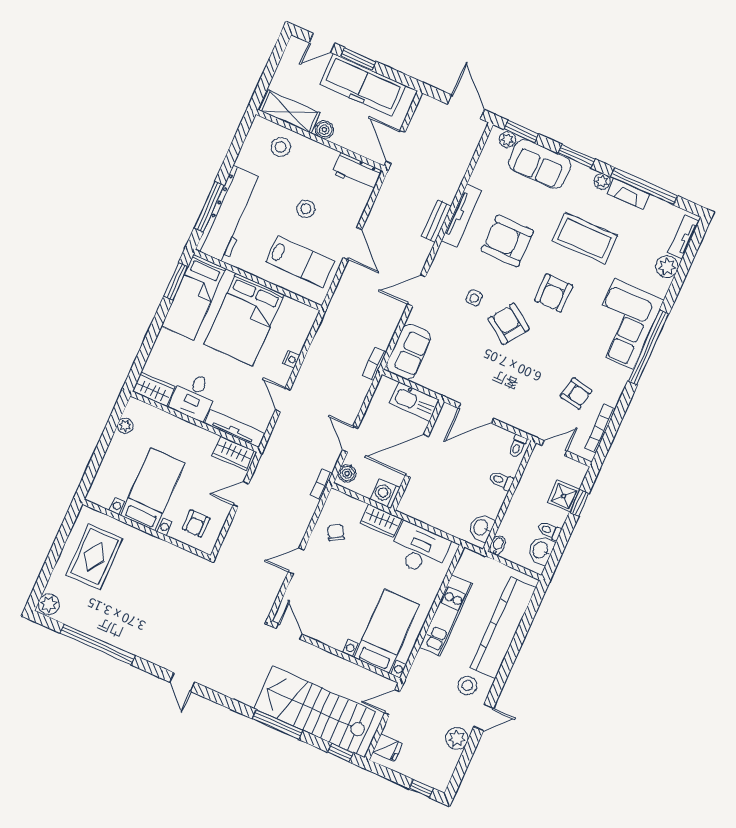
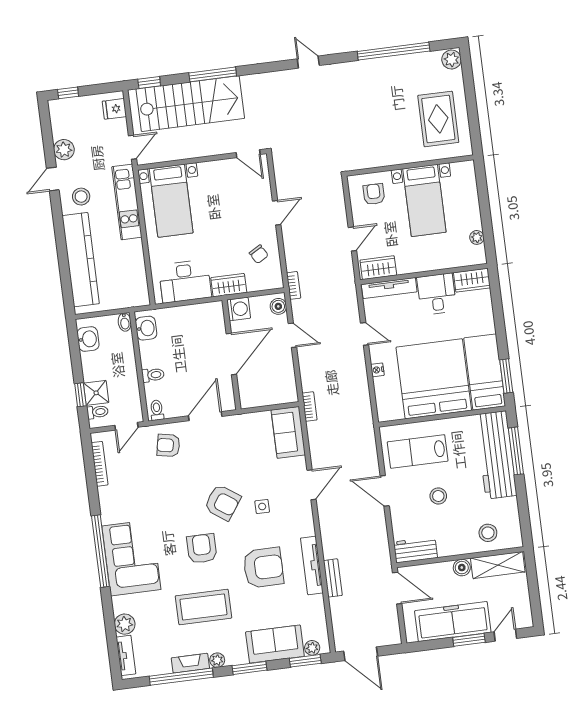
bench: (436, 221) -> (333, 578), moved
bed: (244, 320) -> (434, 379), width x1.36
armchair: (576, 394) -> (168, 445), moved
kitchen sink: (414, 401) -> (260, 396), removed
toilet: (549, 531) -> (98, 412), moved
kitchen unit: (446, 615) -> (127, 202), moved

